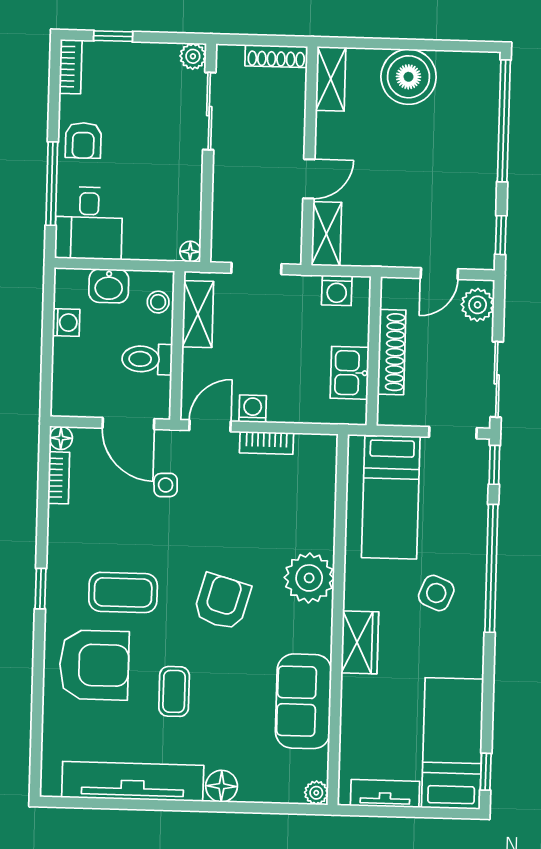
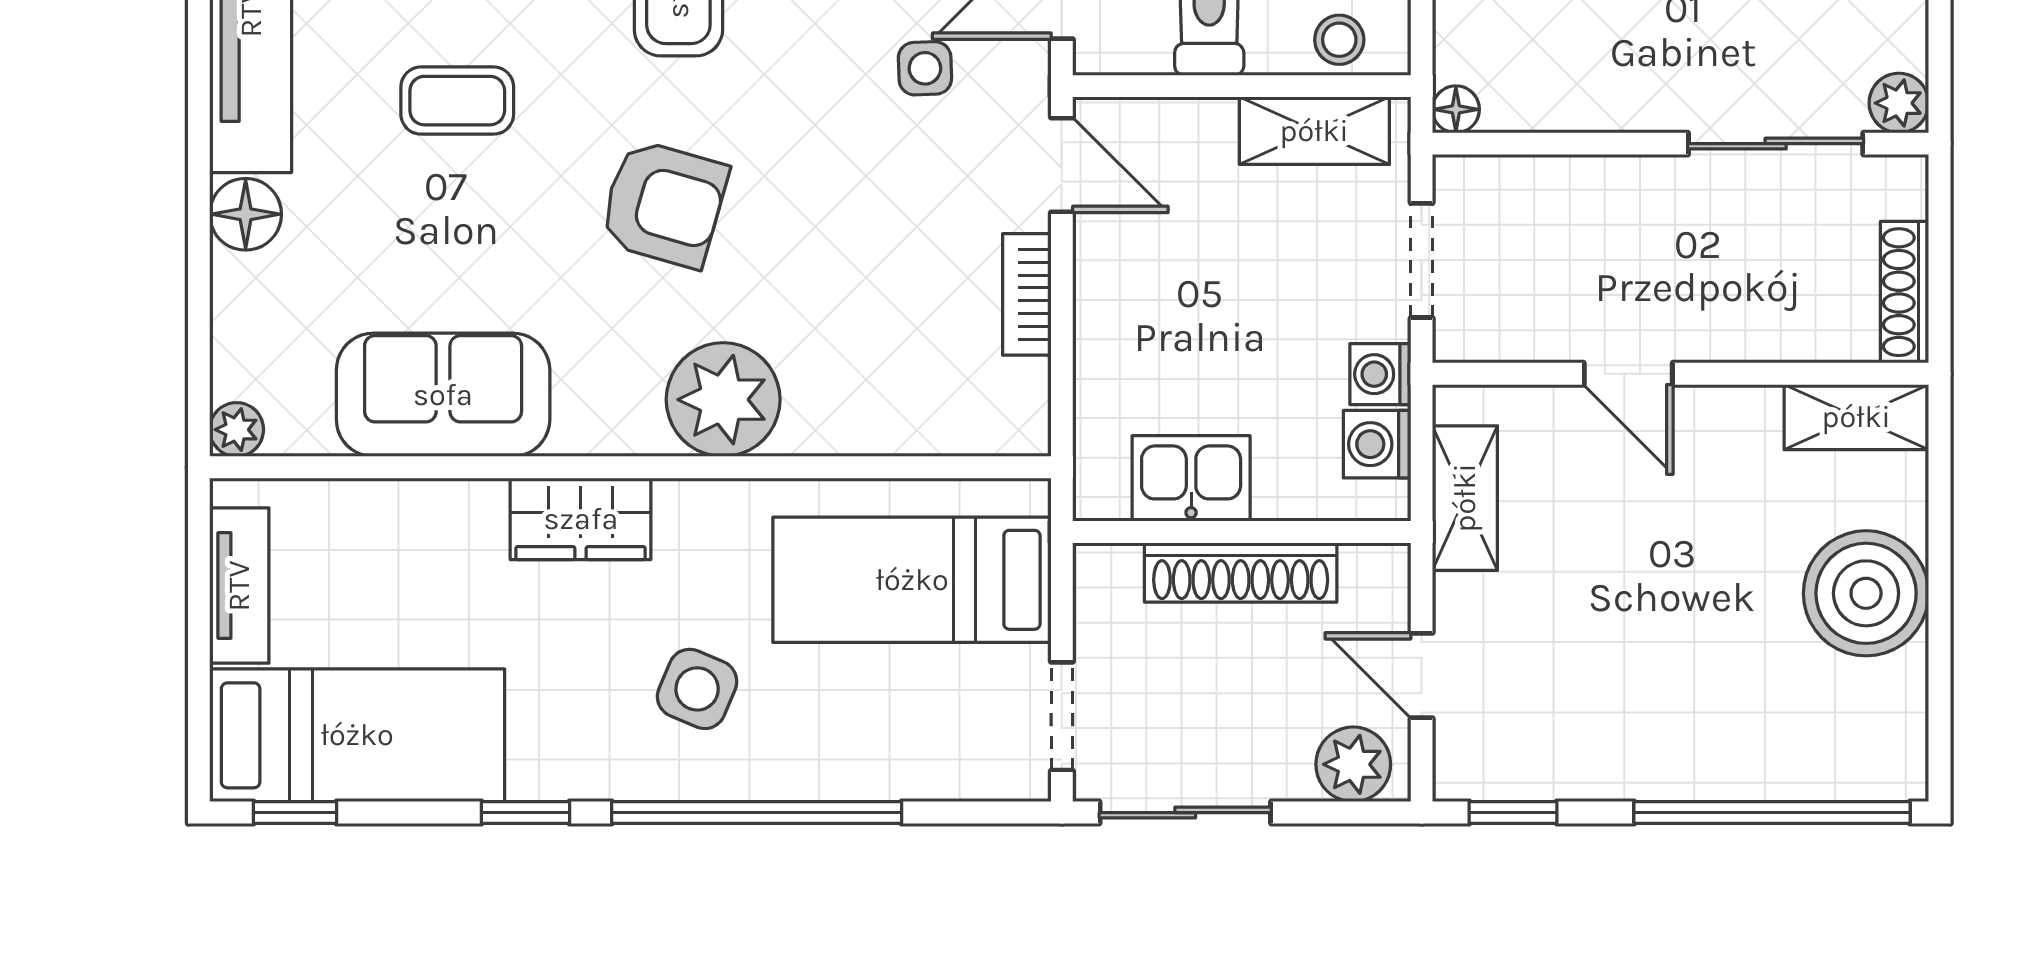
shelving: (326, 234) -> (1465, 498), moved, turned 90
washing machine: (253, 409) -> (1380, 374), moved, turned 180
window: (494, 465) -> (526, 813), moved

